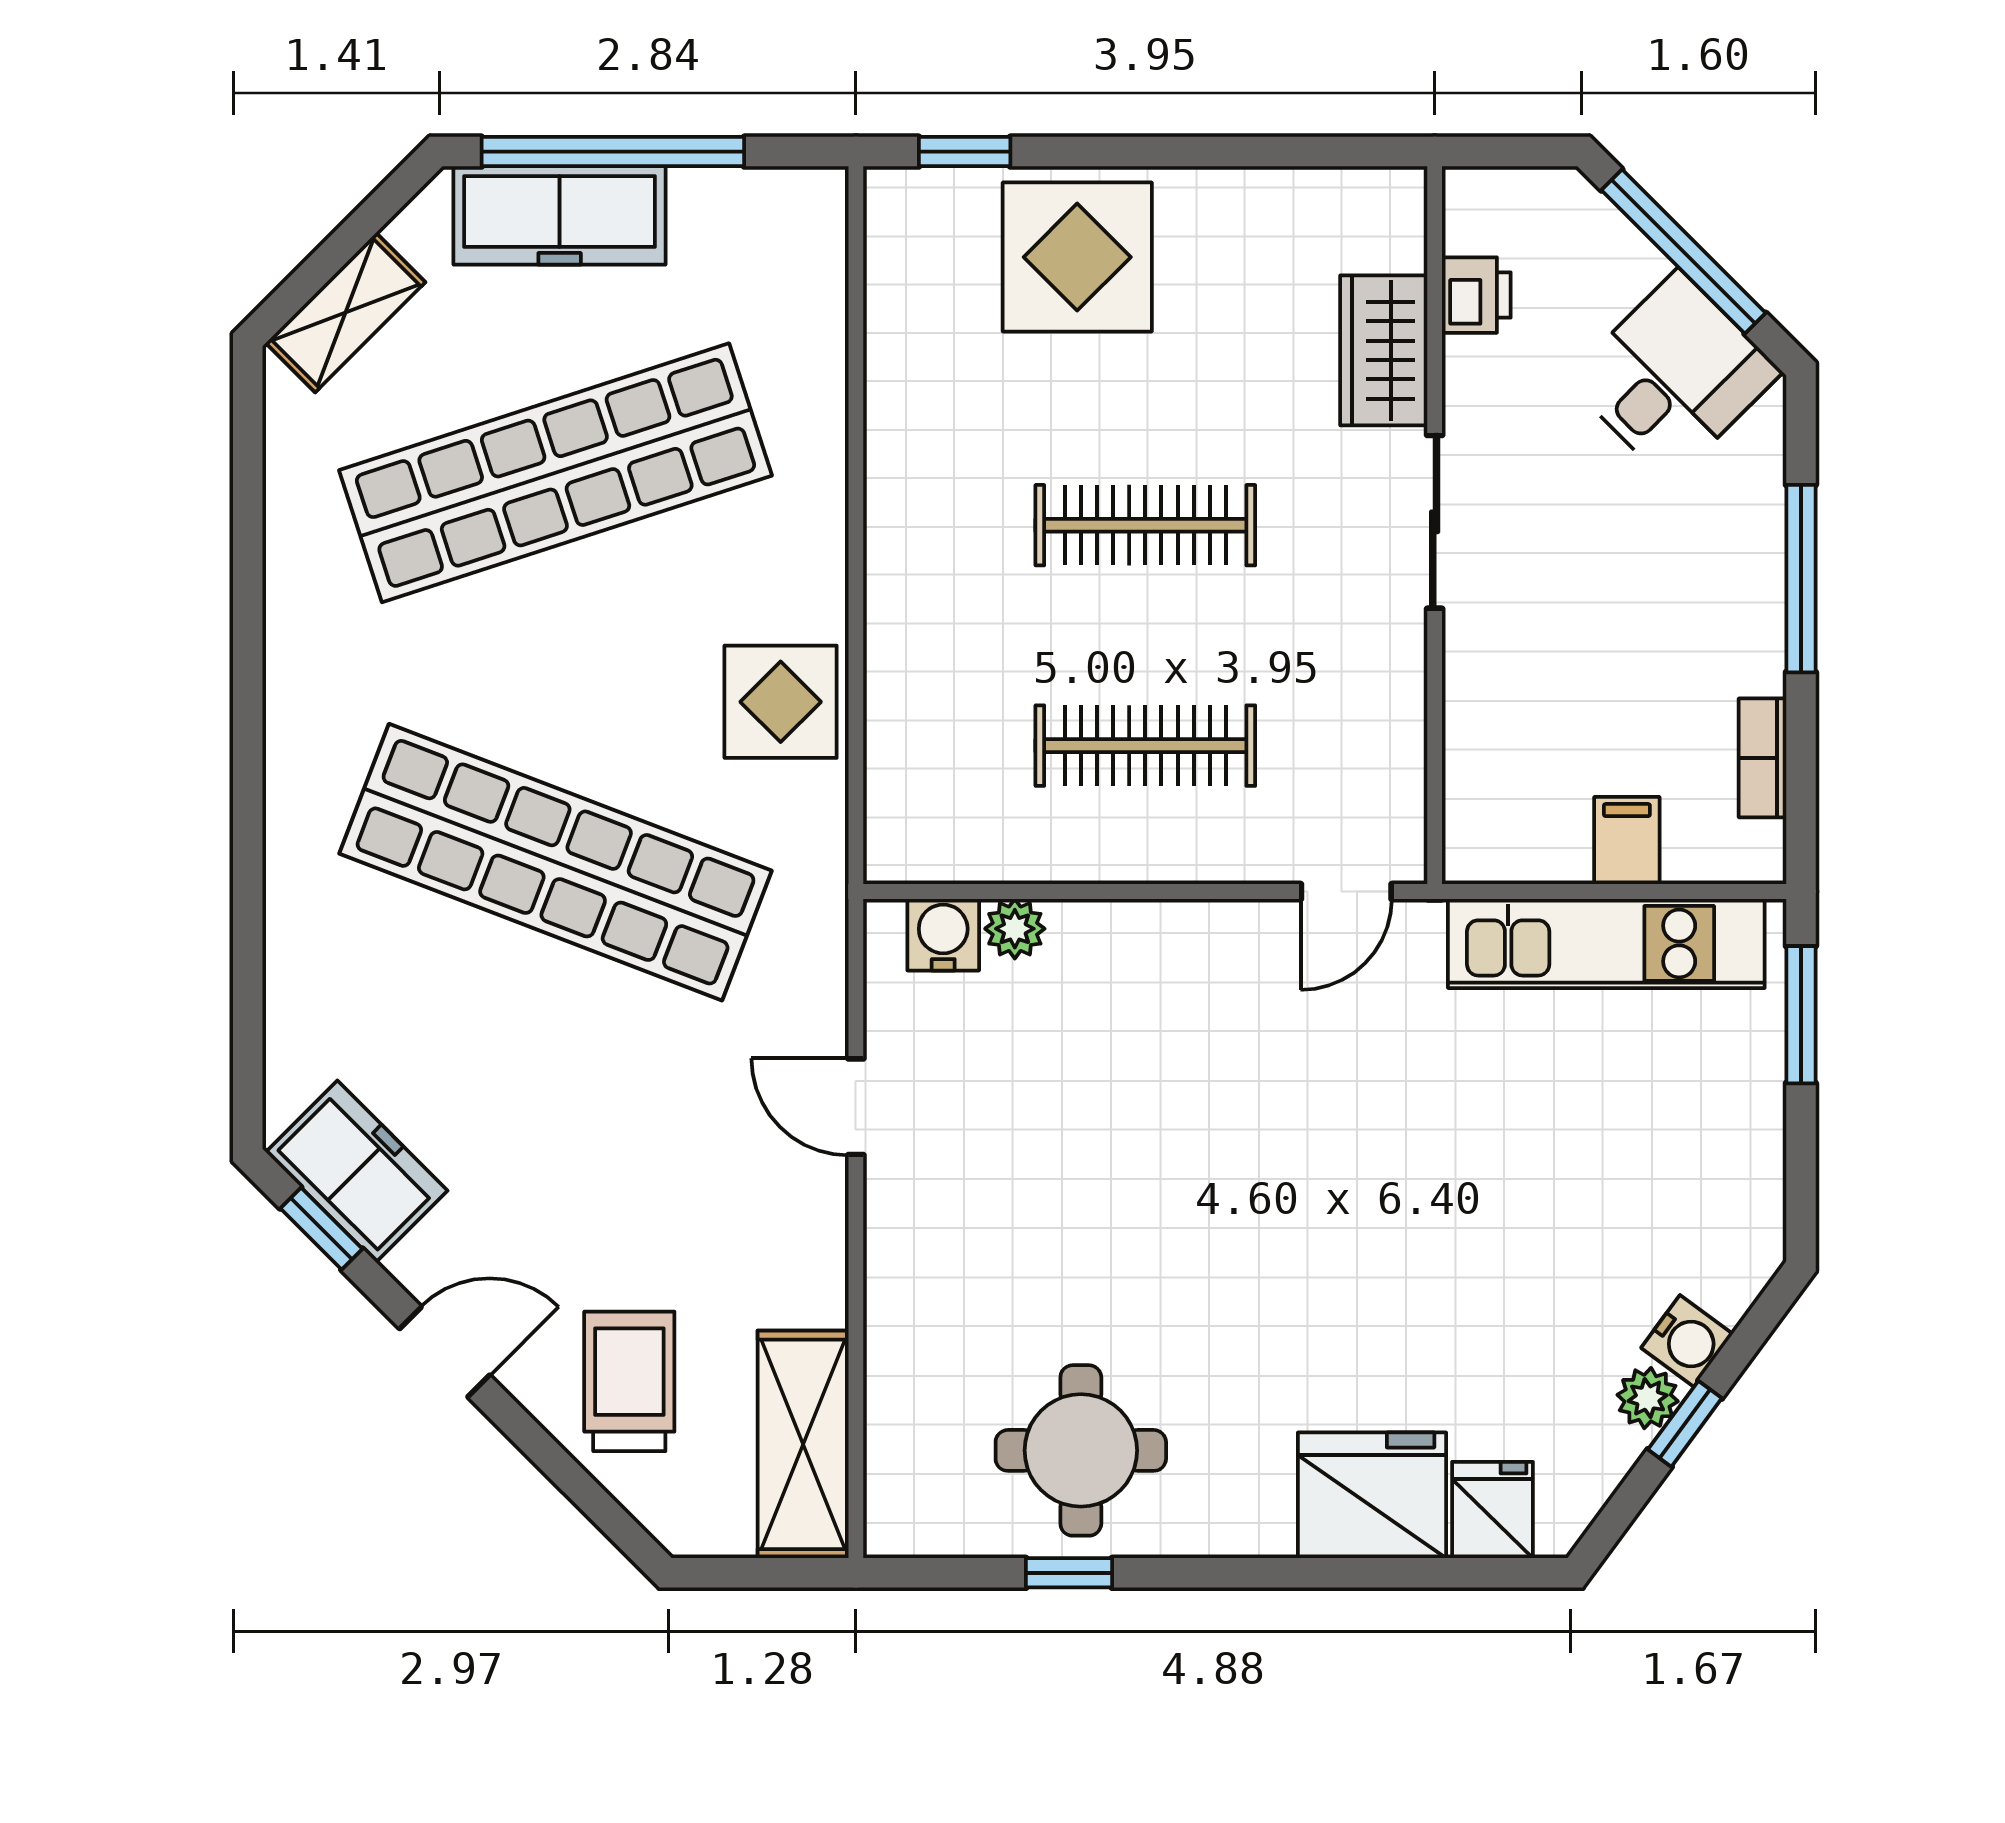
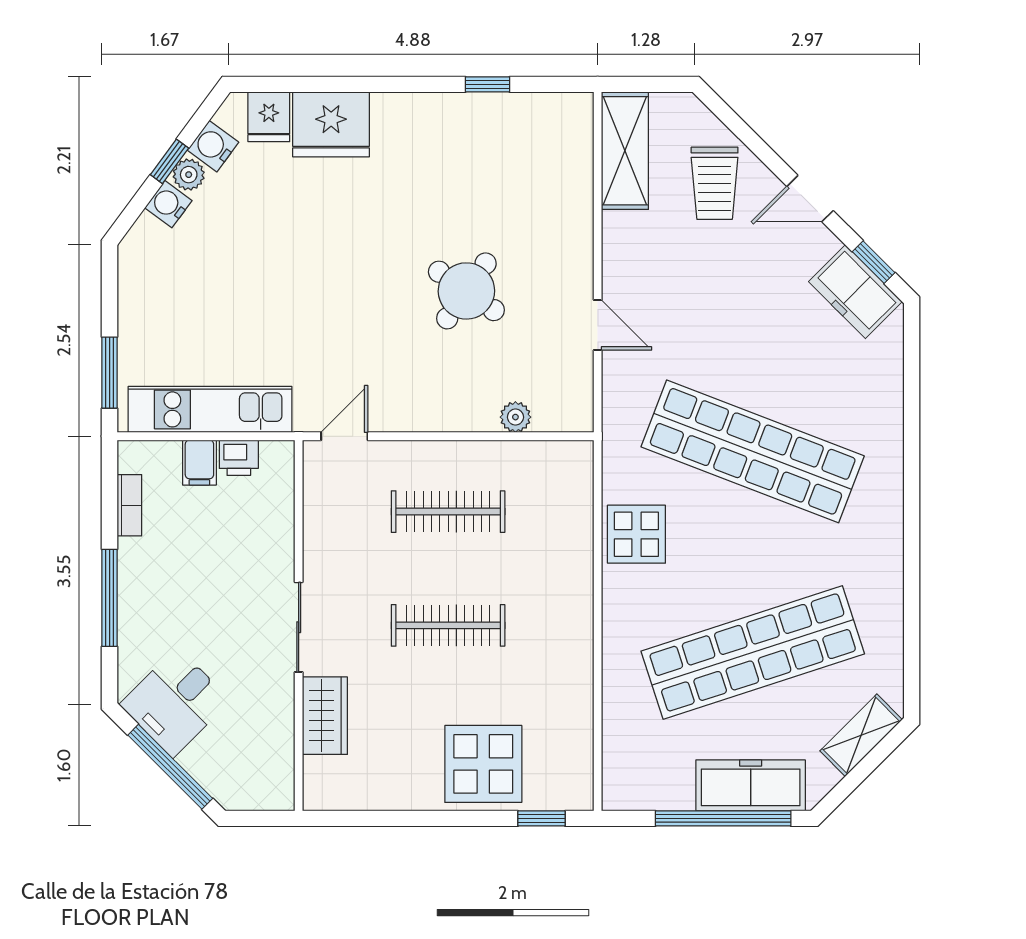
printer: (1476, 295) -> (239, 458), moved, turned -90
water cooler: (943, 935) -> (213, 146), moved, turned 126
round table: (1081, 1450) -> (466, 291), moved, turned 35

